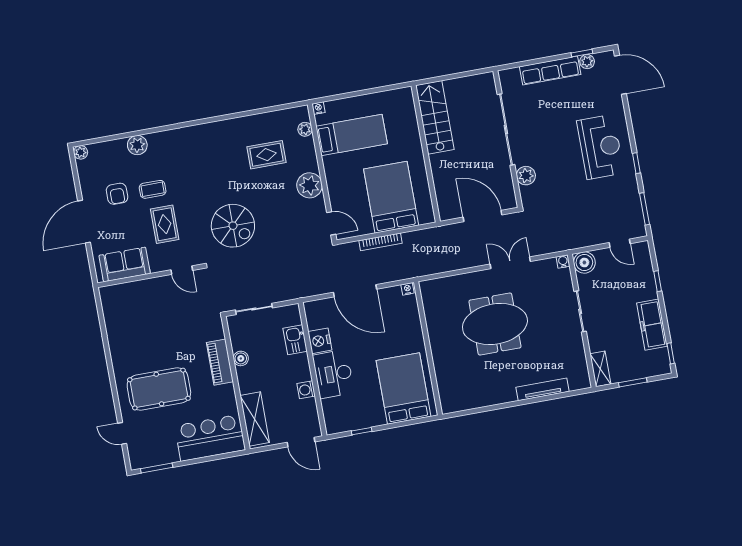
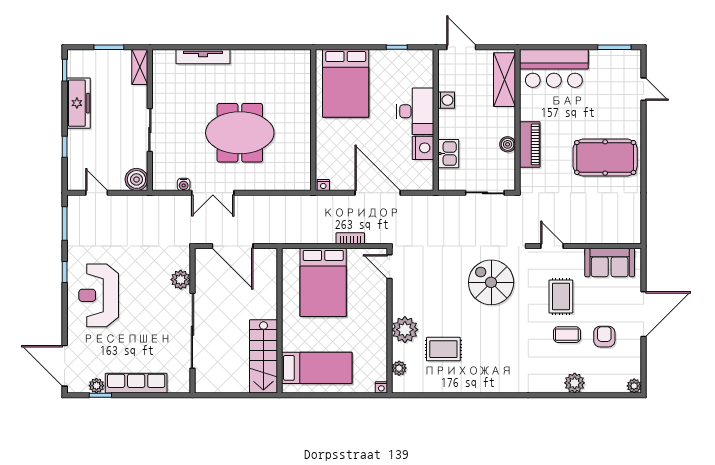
bed: (352, 135) -> (317, 368), moved, turned 180
plant: (309, 185) -> (405, 330), moved
bookcase: (380, 242) -> (350, 238), width x0.64
water cooler: (563, 261) -> (184, 184), moved
pool table: (159, 389) -> (605, 157), moved

